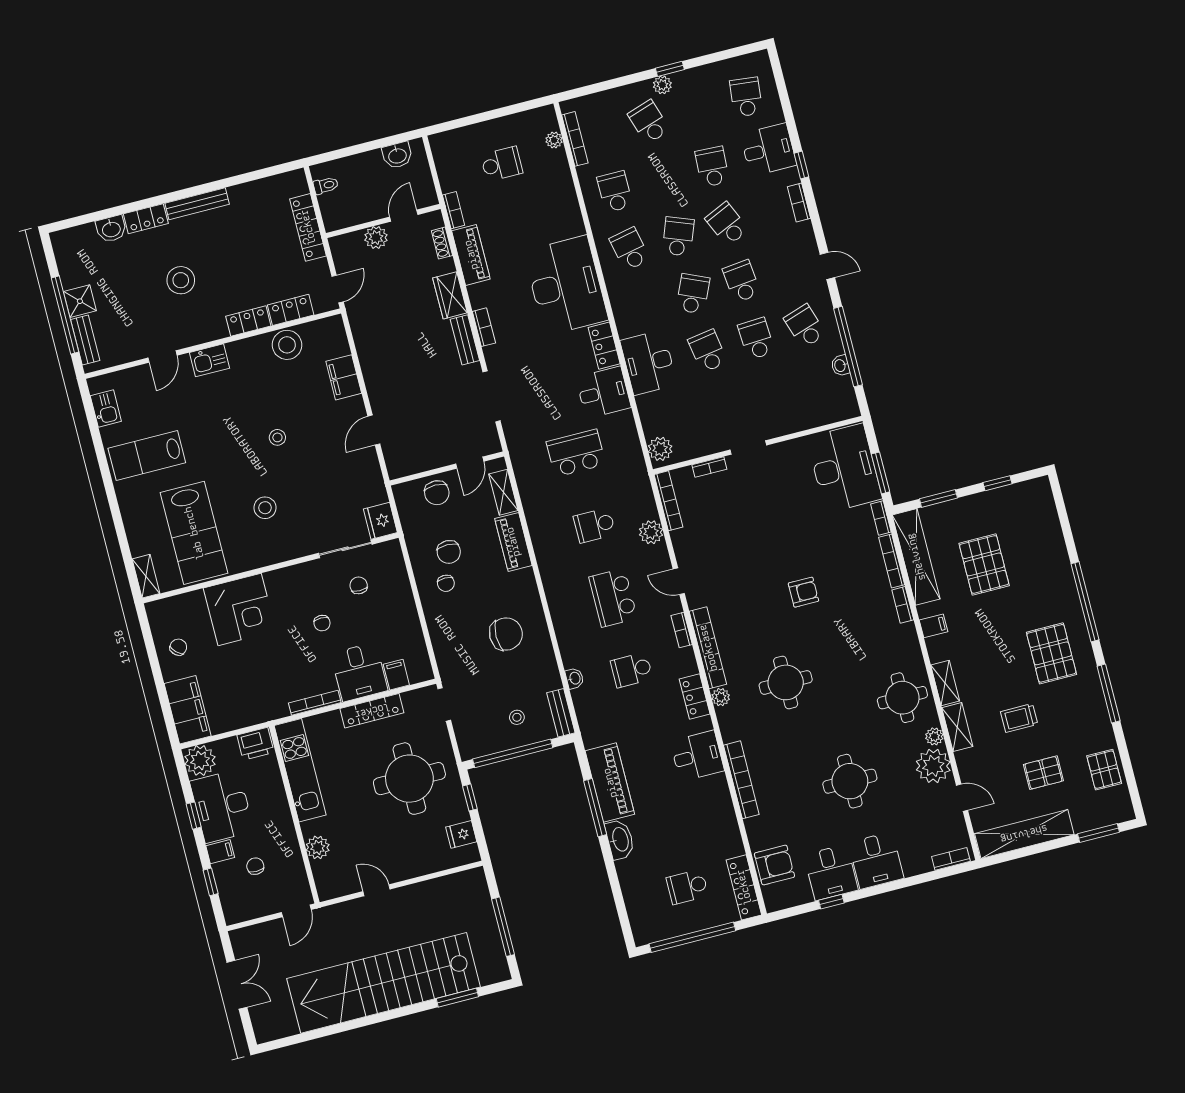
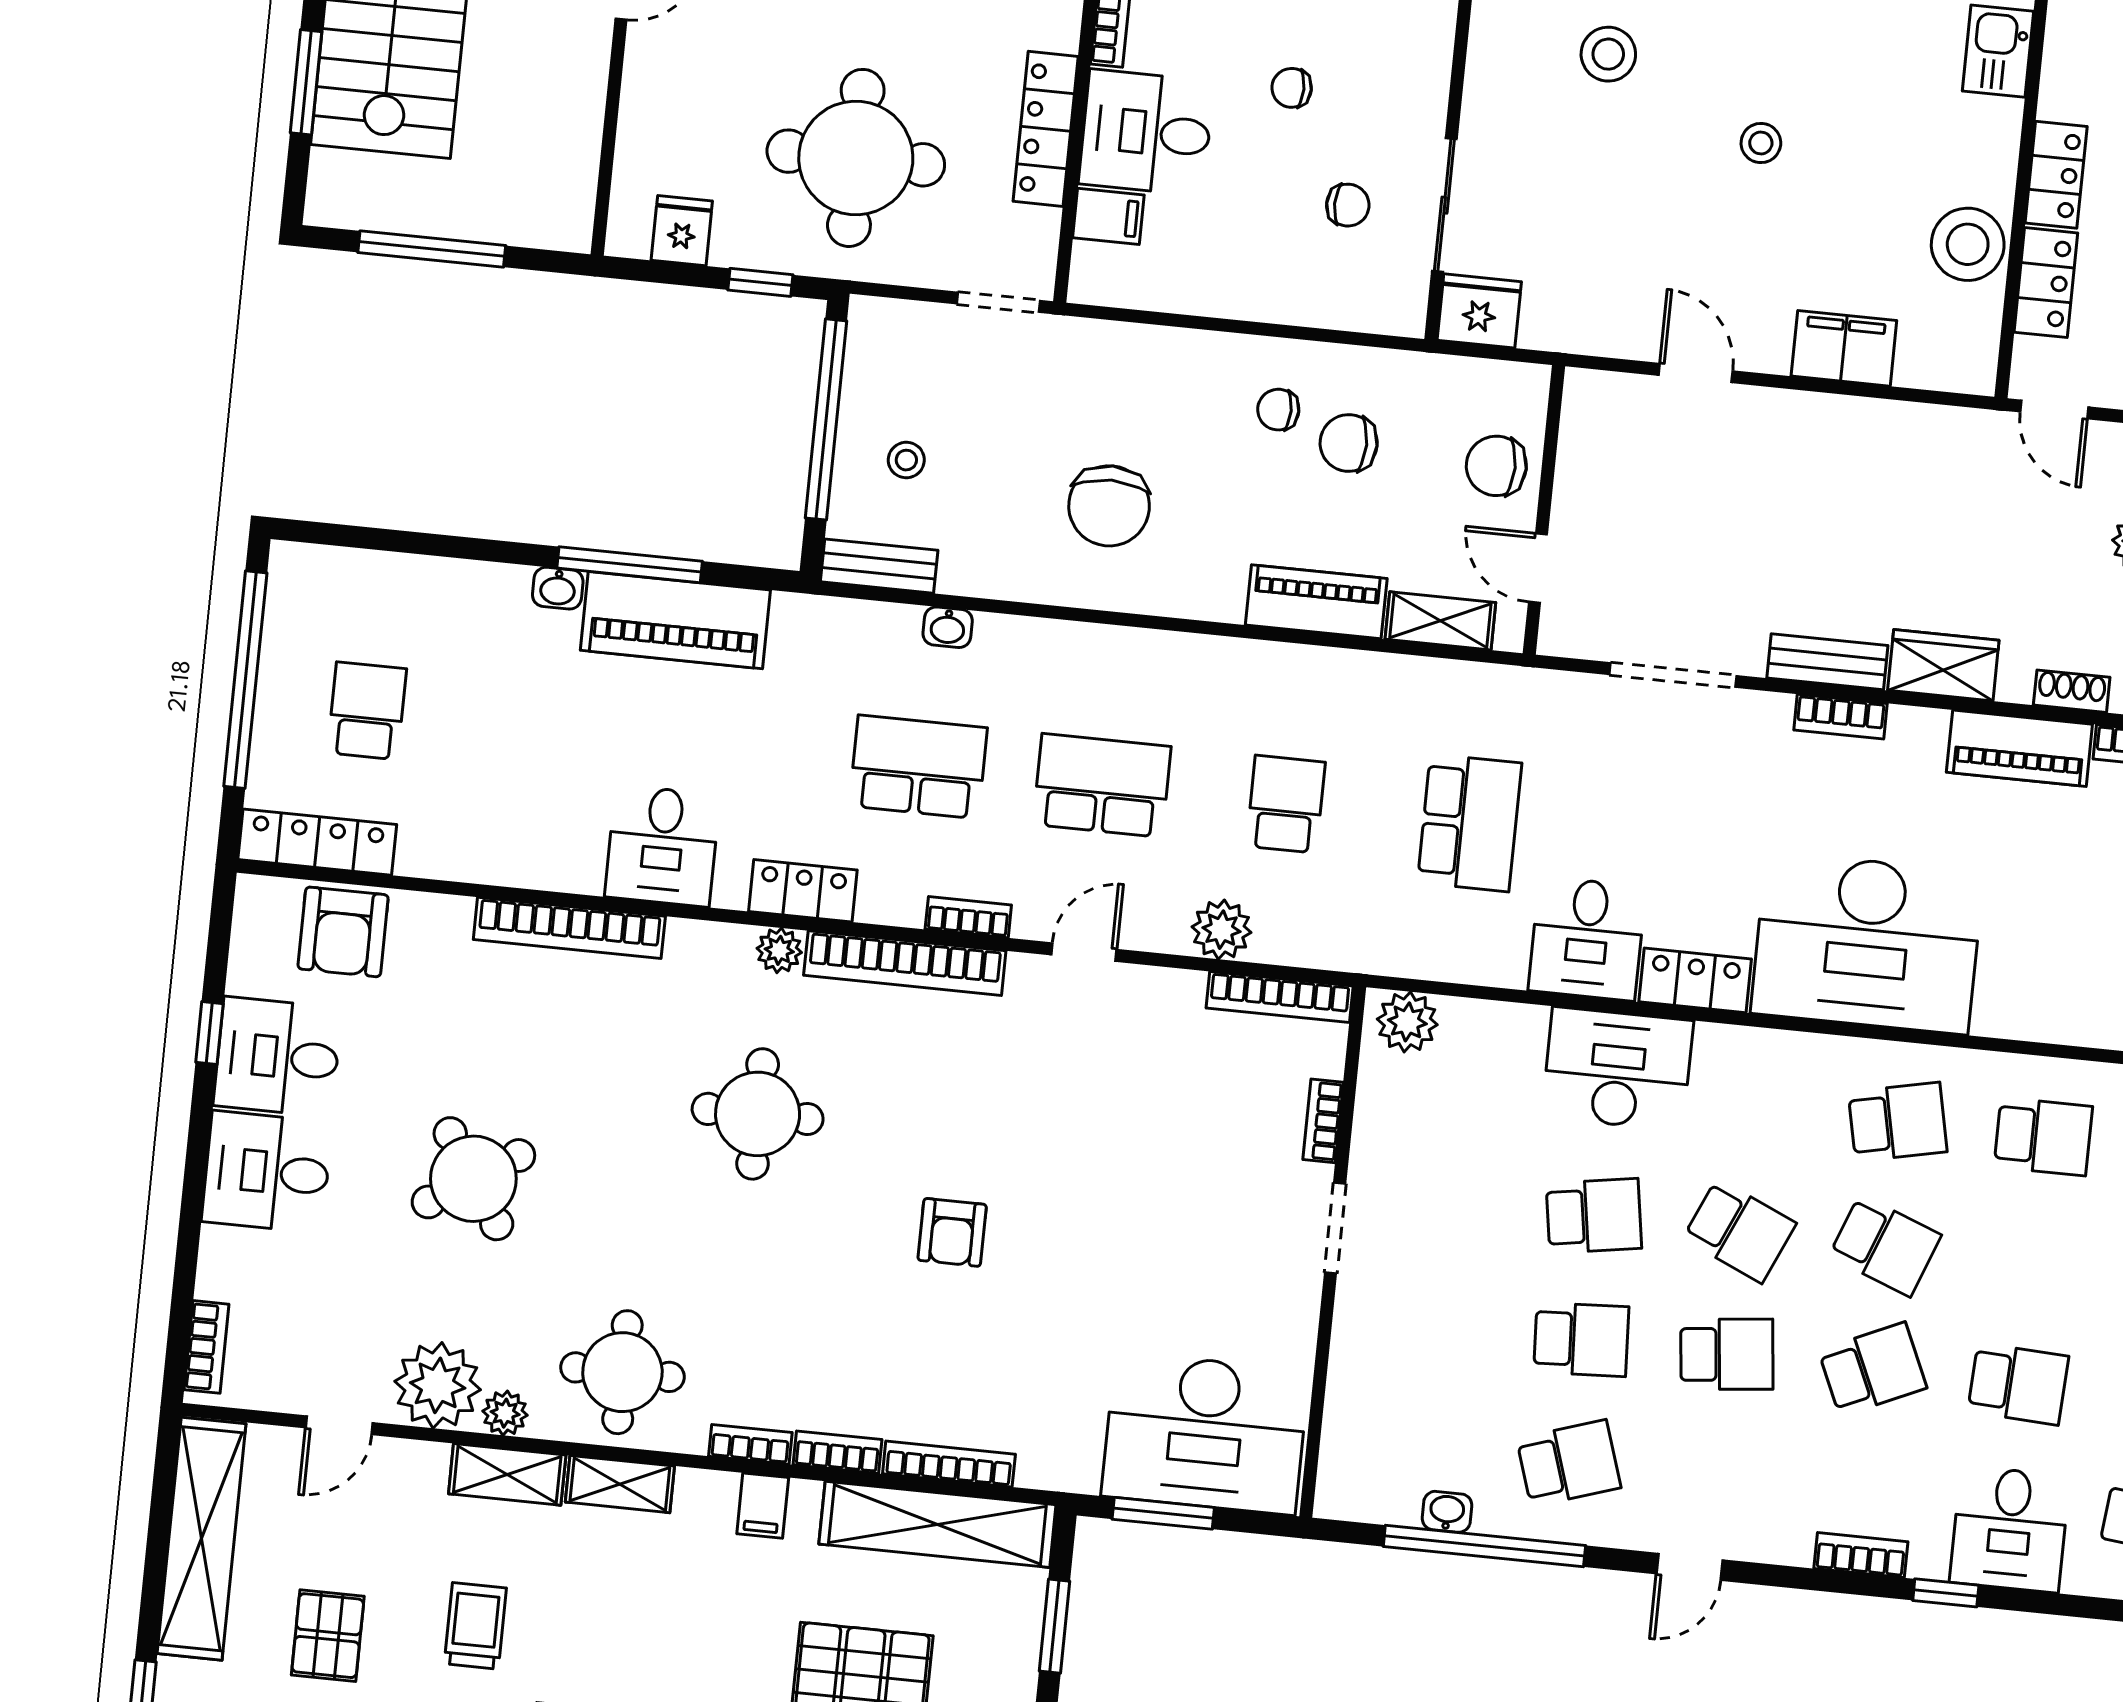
bookcase: (881, 518) -> (750, 1444), moved
school desk: (632, 670) -> (918, 767), width x1.85
round table: (850, 781) -> (473, 1179), turned -33
washbasin: (620, 839) -> (558, 588), width x0.52, depth x0.69

